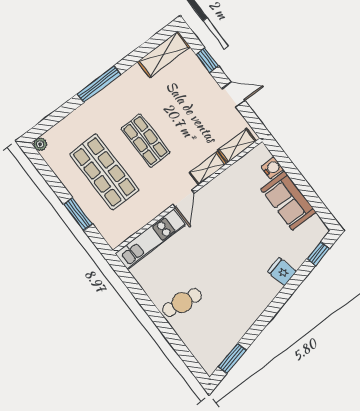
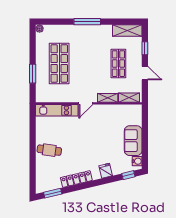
shop shelf: (145, 141) -> (118, 64), moved
water cooler: (272, 168) -> (137, 161), moved
locker: (250, 314) -> (76, 179), added

